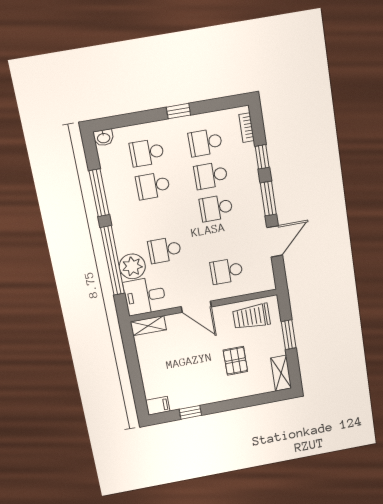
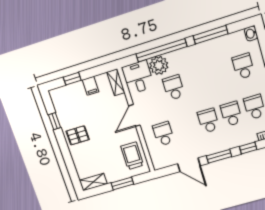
school desk: (153, 186) -> (220, 73), removed
pallet: (235, 361) -> (78, 135), moved
window: (137, 382) -> (72, 79), added
filing cabinet: (158, 406) -> (90, 86), moved

